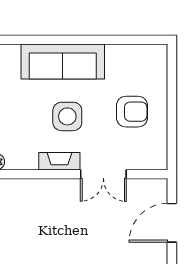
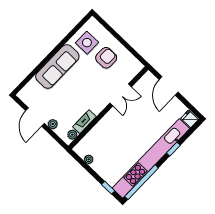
side table: (67, 116) -> (87, 43), moved
fireplace: (59, 161) -> (84, 122), moved

